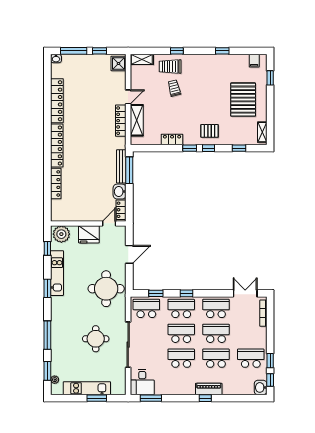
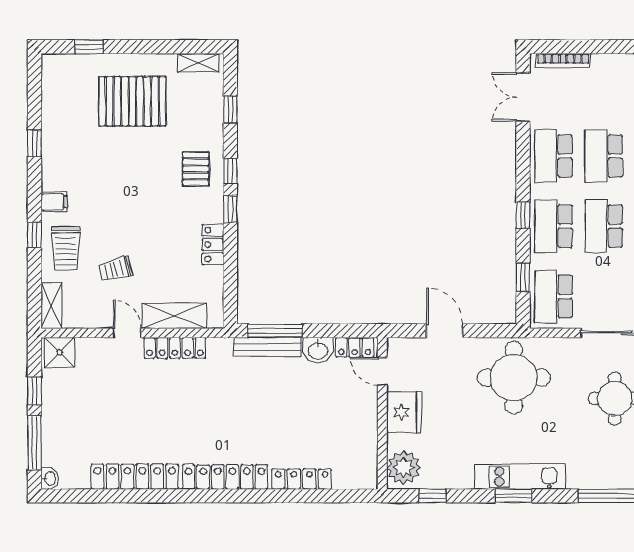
filing cabinet: (254, 61) -> (54, 202), moved
trolley: (174, 88) -> (116, 269), moved
kitchen unit: (57, 273) -> (520, 476), moved

